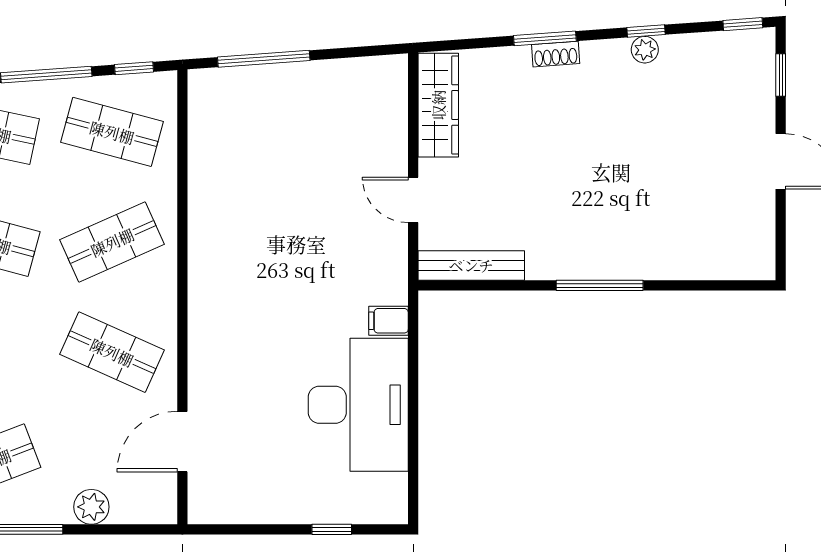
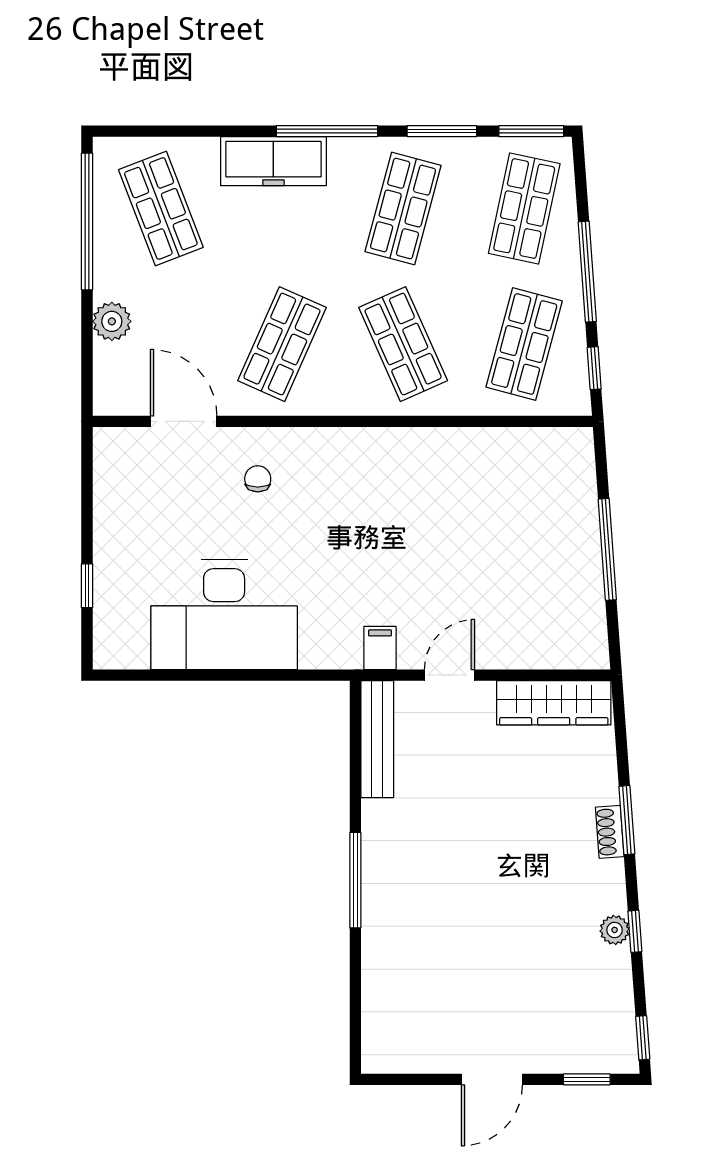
window: (264, 59) -> (607, 549), moved
filing cabinet: (388, 321) -> (380, 648), moved
chair: (235, 374) -> (258, 479), added

